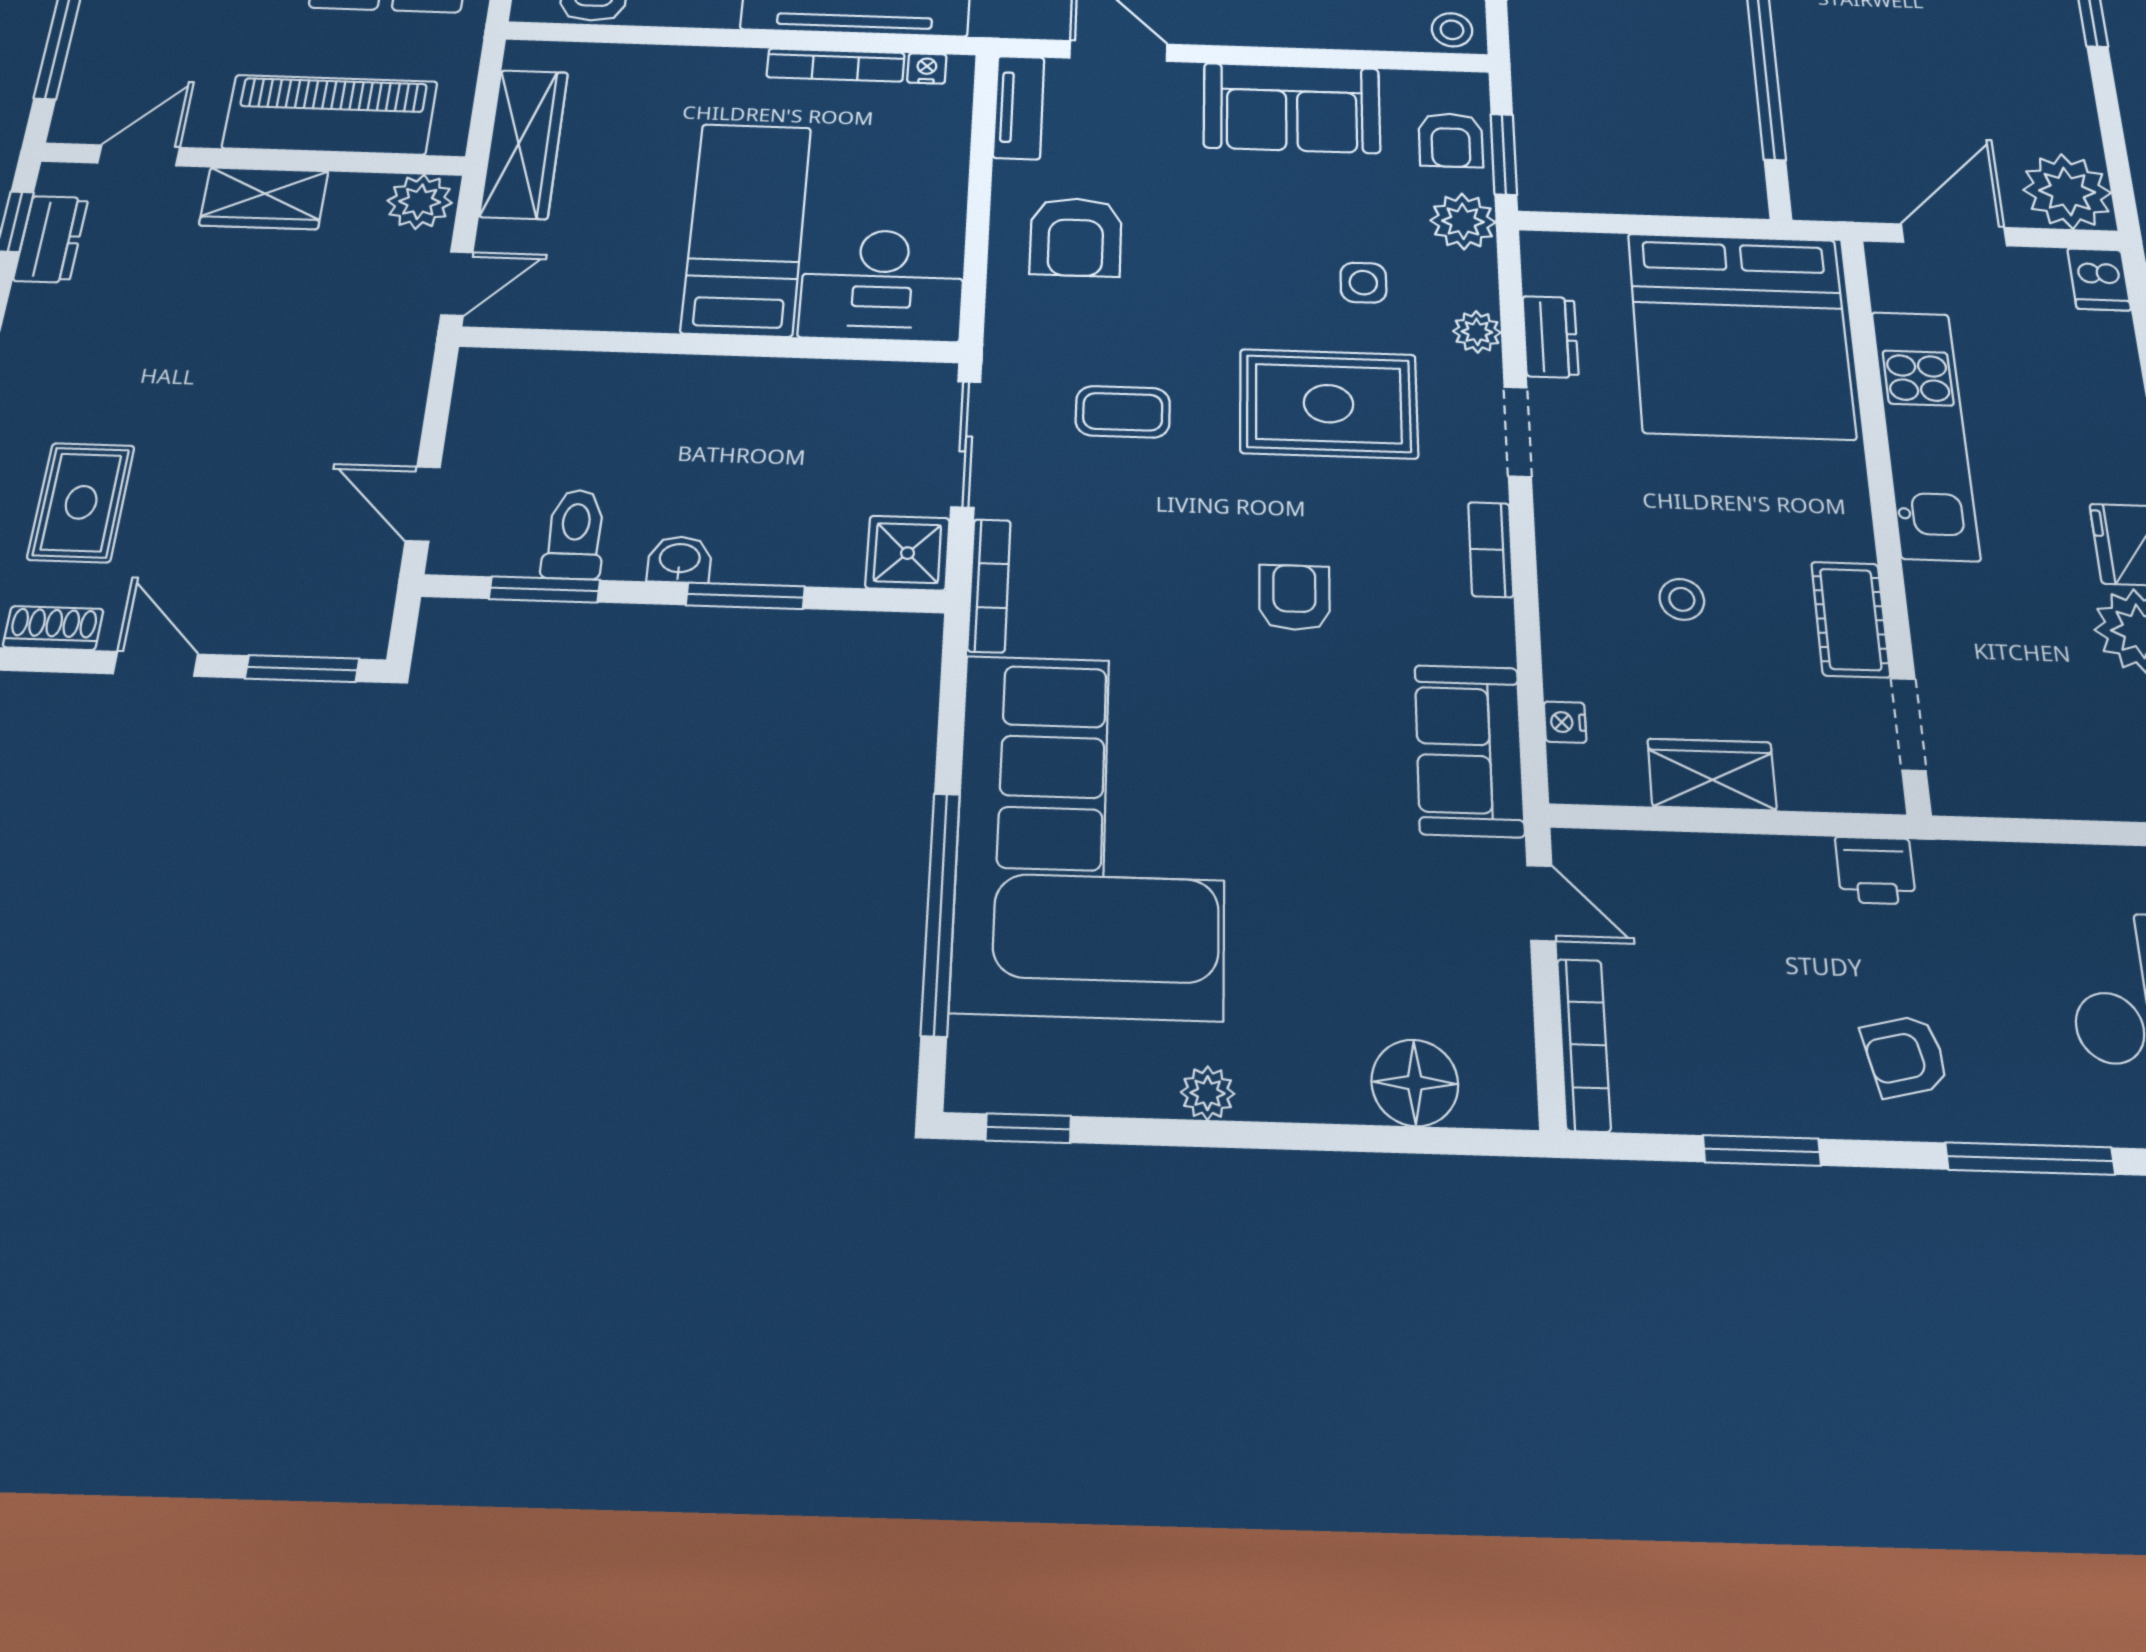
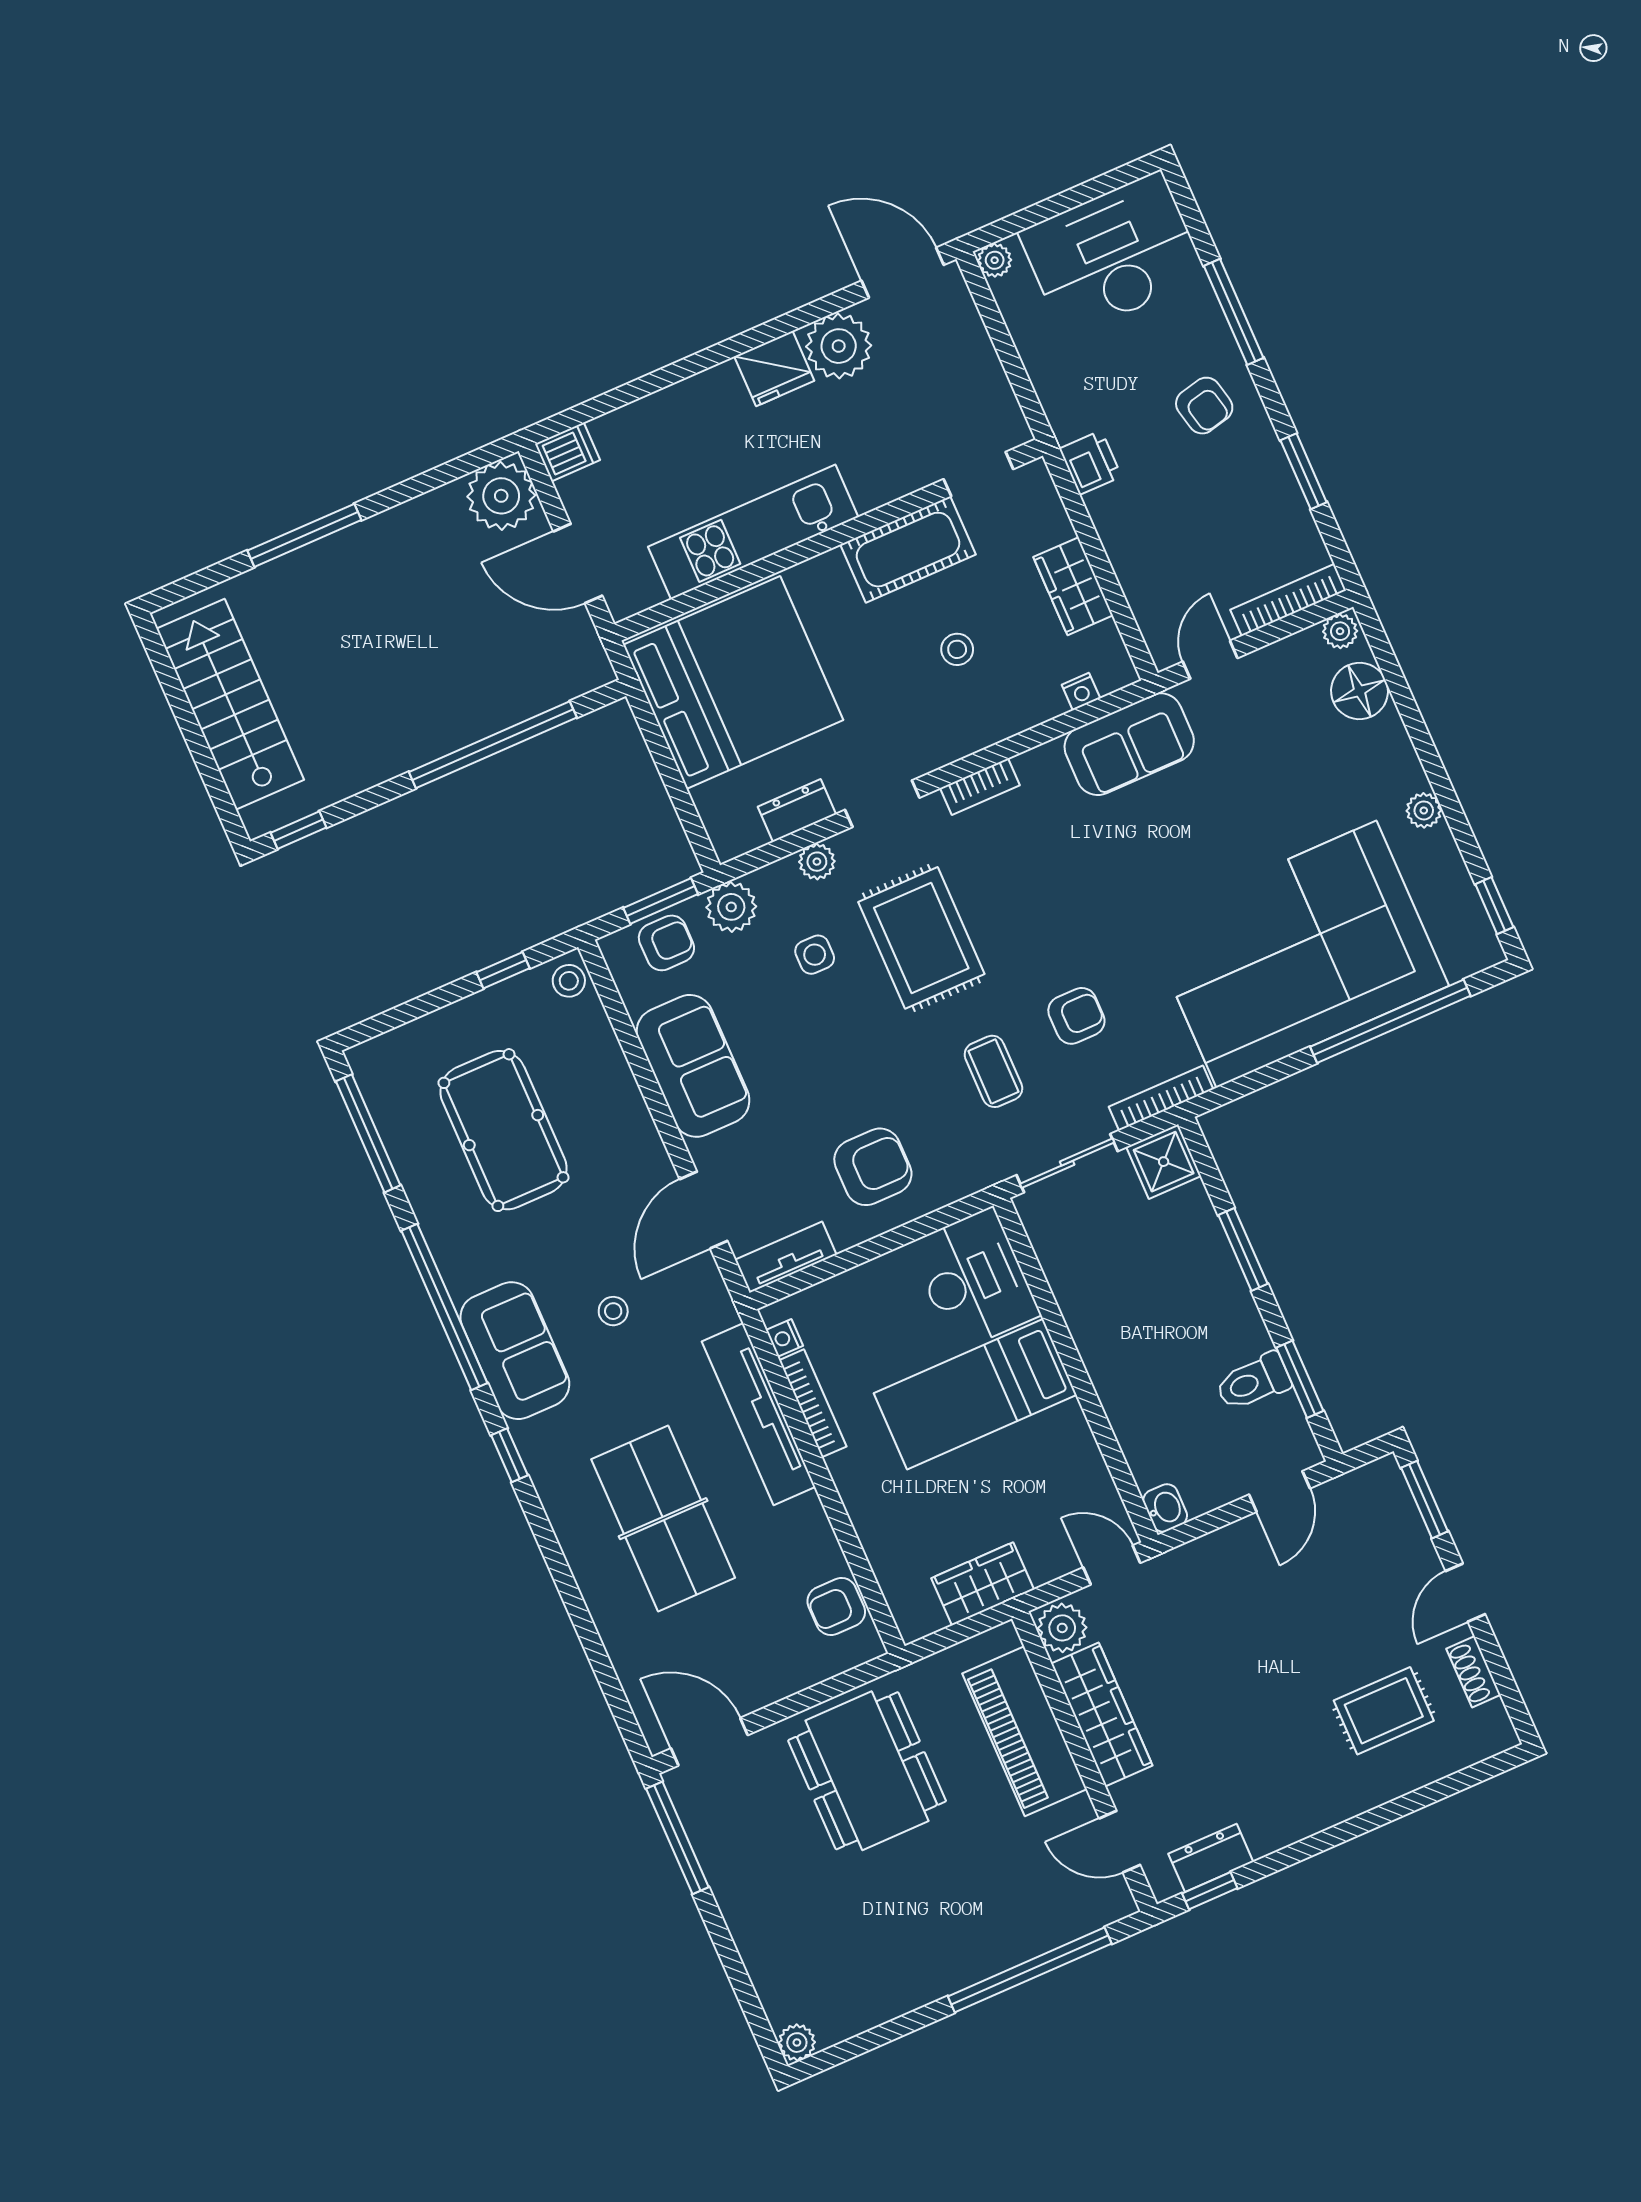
wardrobe: (524, 144) -> (983, 1584), width x0.67
wardrobe: (264, 198) -> (1102, 1714), width x1.50
washbasin: (680, 559) -> (1165, 1508), moved, turned 180
armchair: (1294, 598) -> (1076, 1016), moved, turned 180
cot: (1851, 619) -> (908, 550), width x1.37, depth x1.34
plant: (1511, 1095) -> (1340, 631), added

